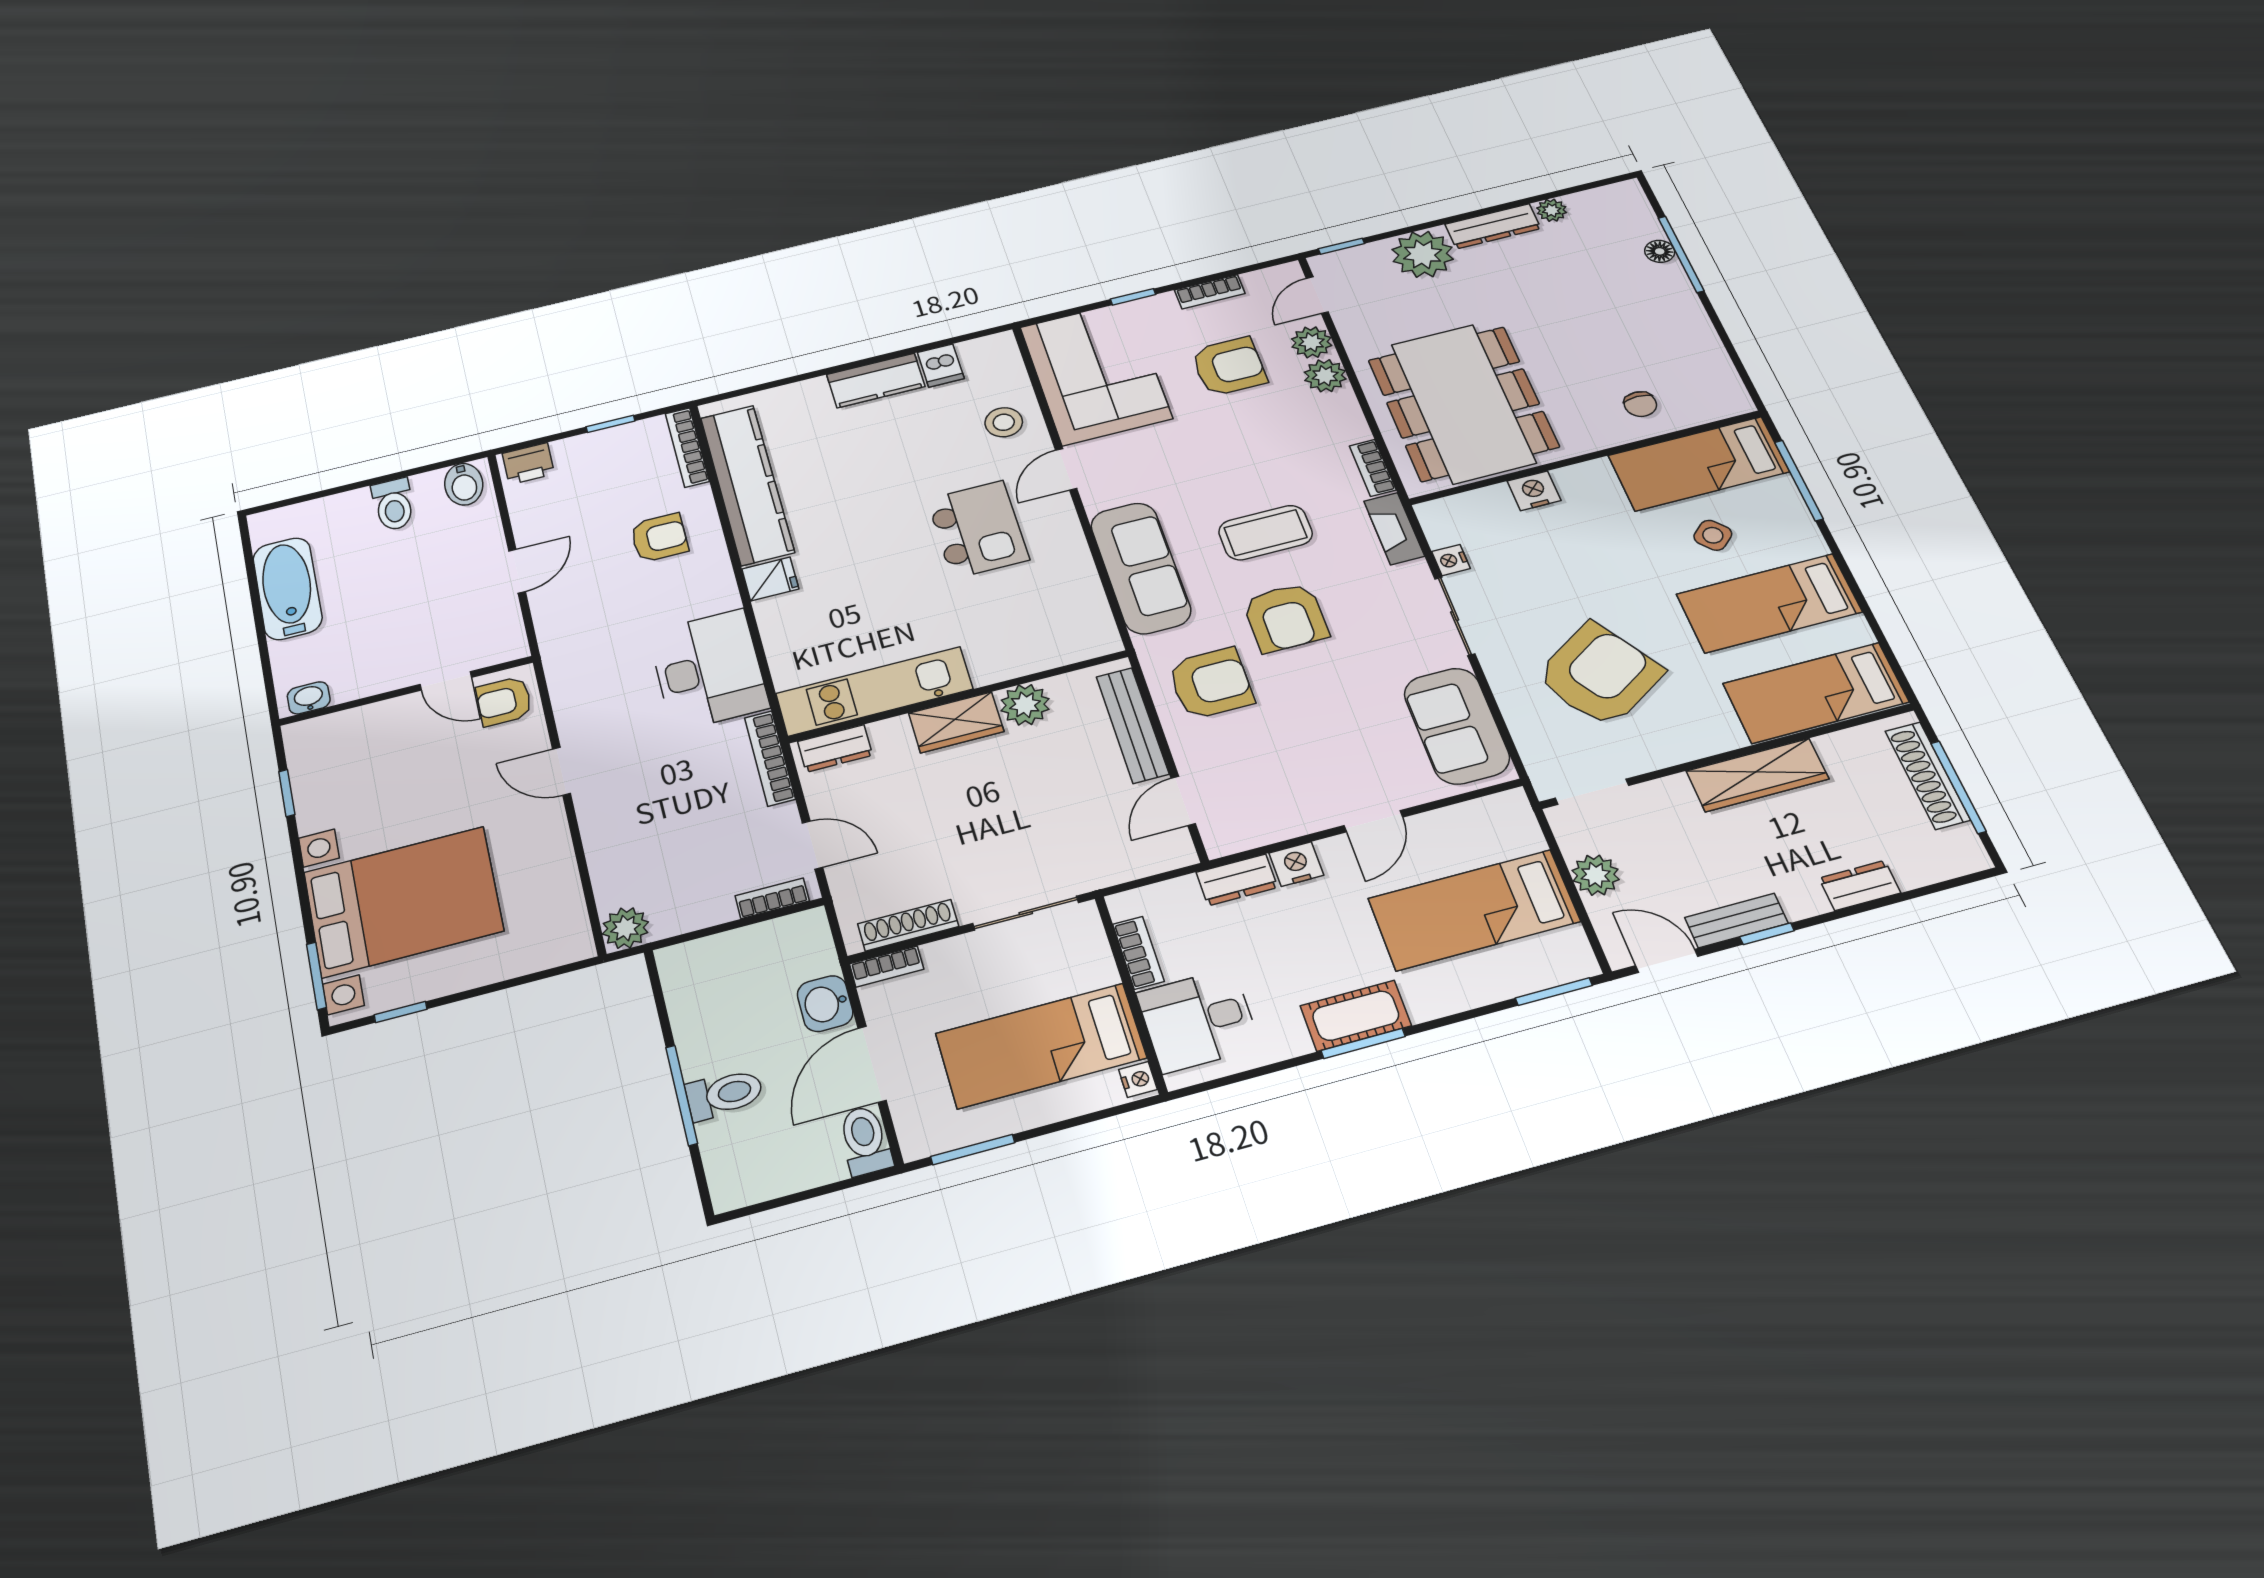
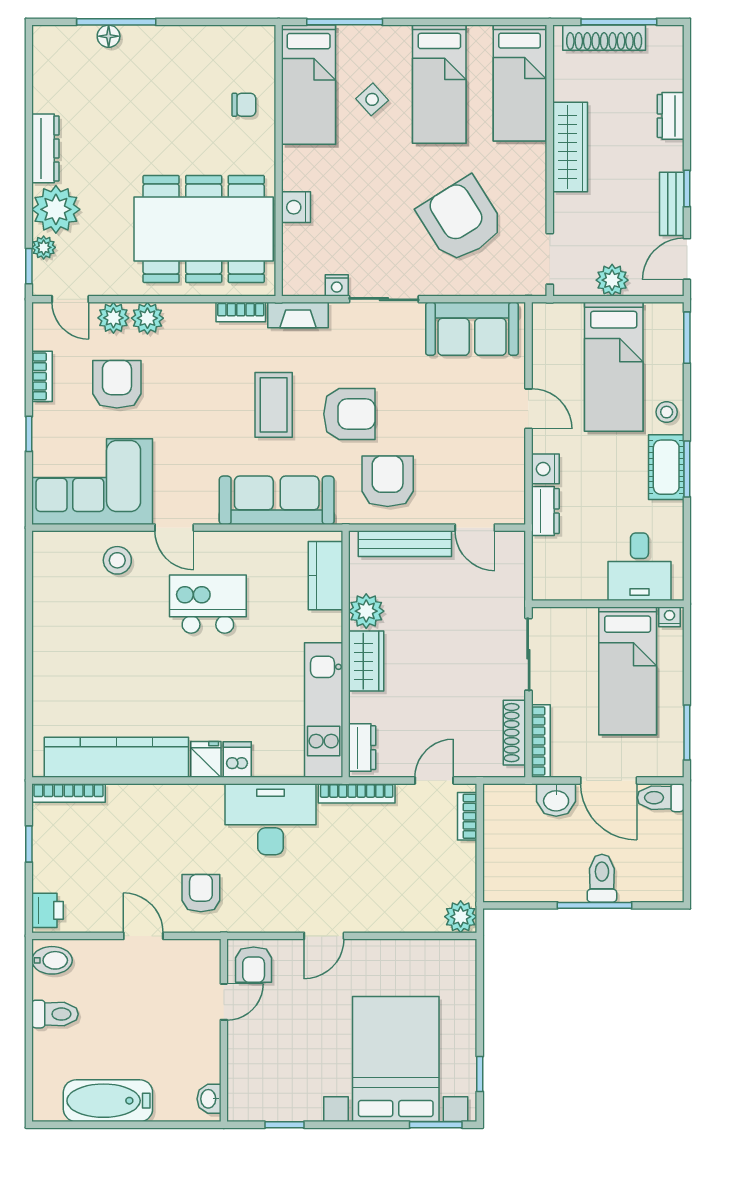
plant: (1552, 210) -> (44, 247), moved
dishwasher: (941, 366) -> (237, 760), moved, turned -90
kitchen counter: (876, 381) -> (325, 576), moved, turned 180
armchair: (659, 538) -> (201, 893), moved
bookcase: (1138, 953) -> (580, 590), removed
bookcase: (887, 966) -> (541, 741), width x1.56
stool: (1436, 995) -> (667, 412), added

